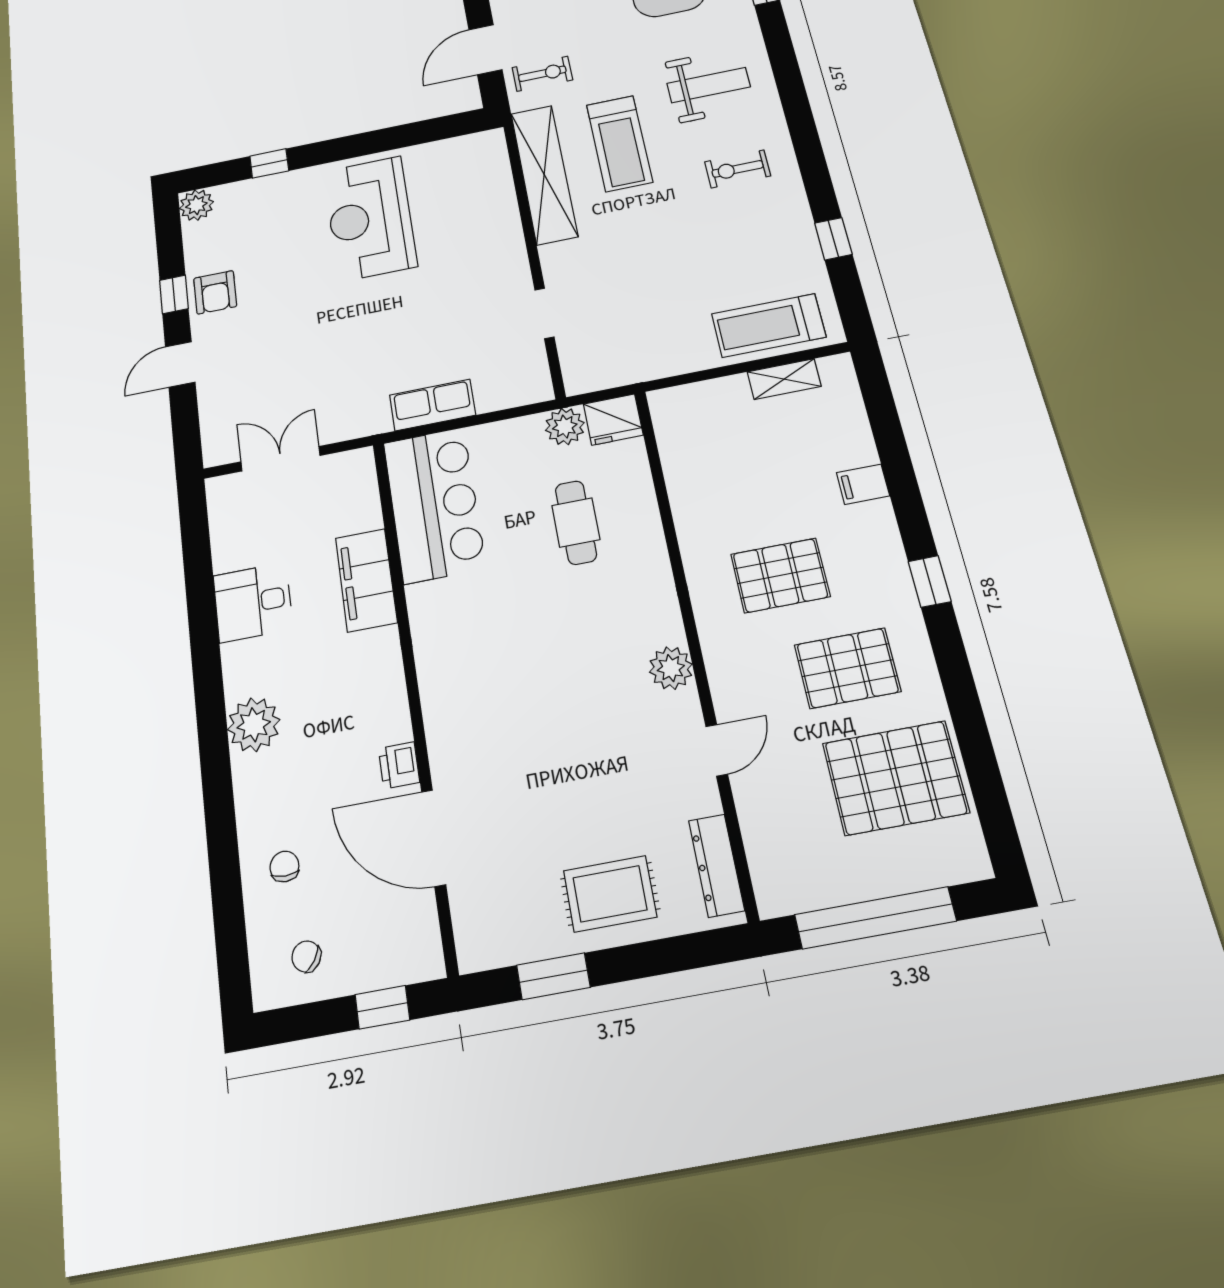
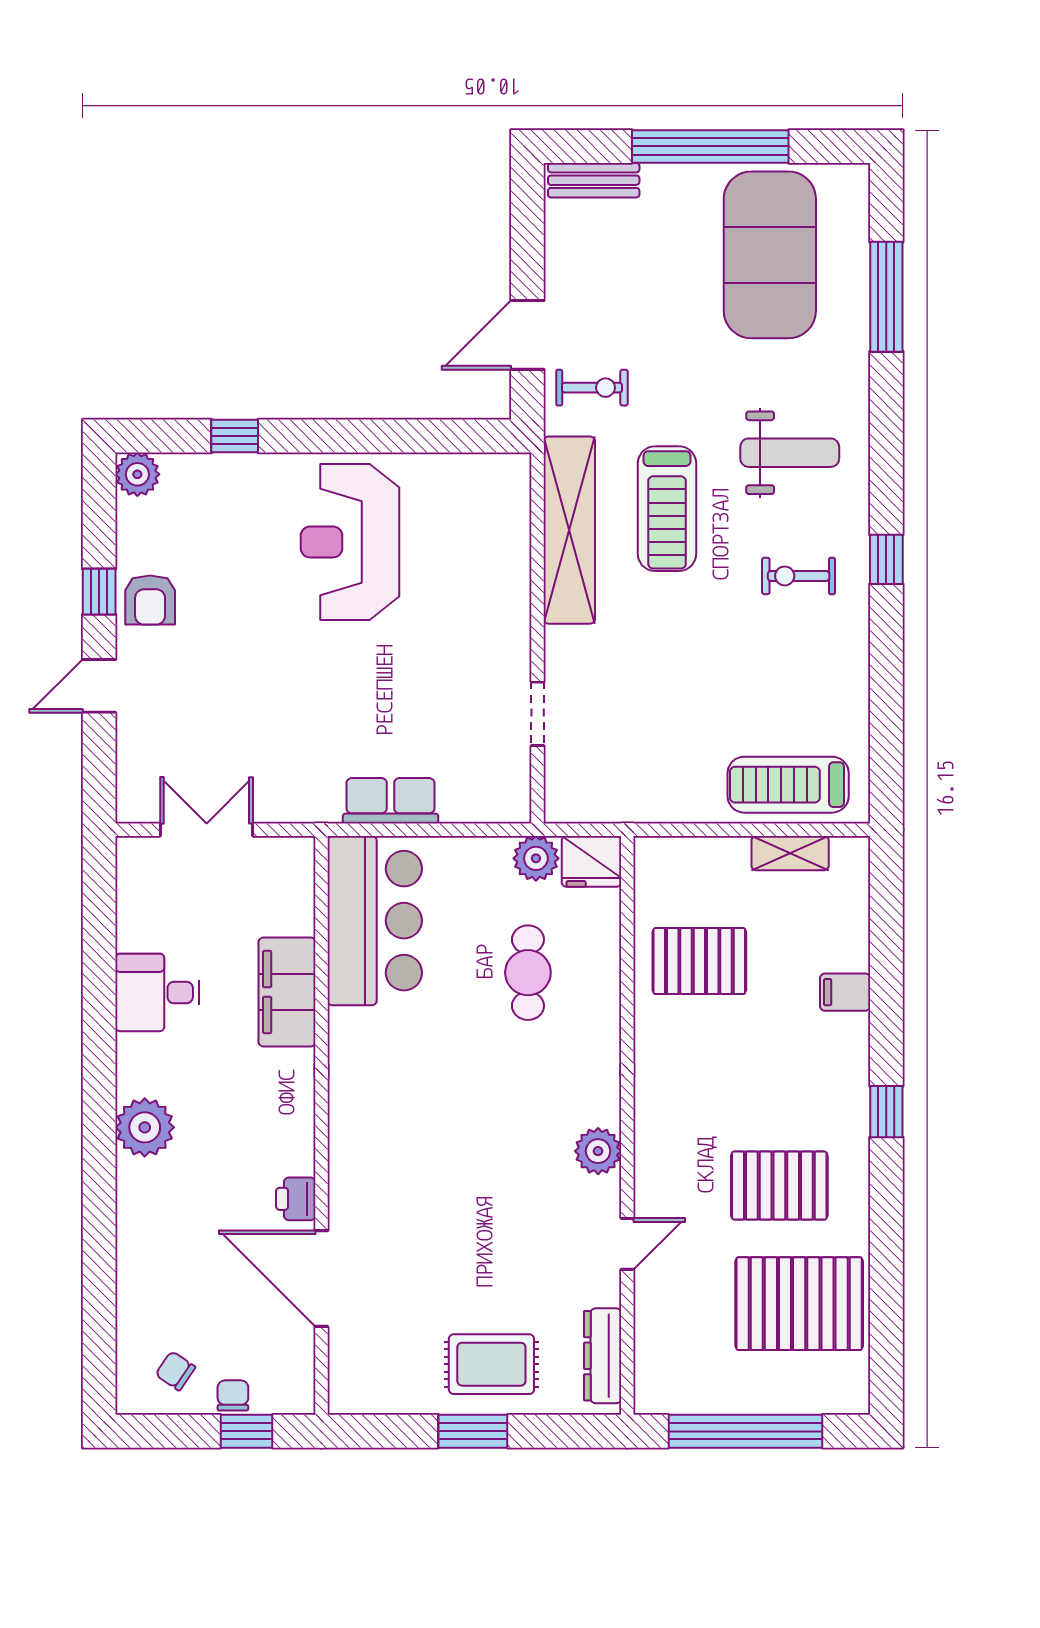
window: (833, 239) -> (886, 559), moved
pallet: (780, 575) -> (699, 961), moved
chair: (284, 866) -> (233, 1395), moved
window: (553, 976) -> (473, 1431), moved

